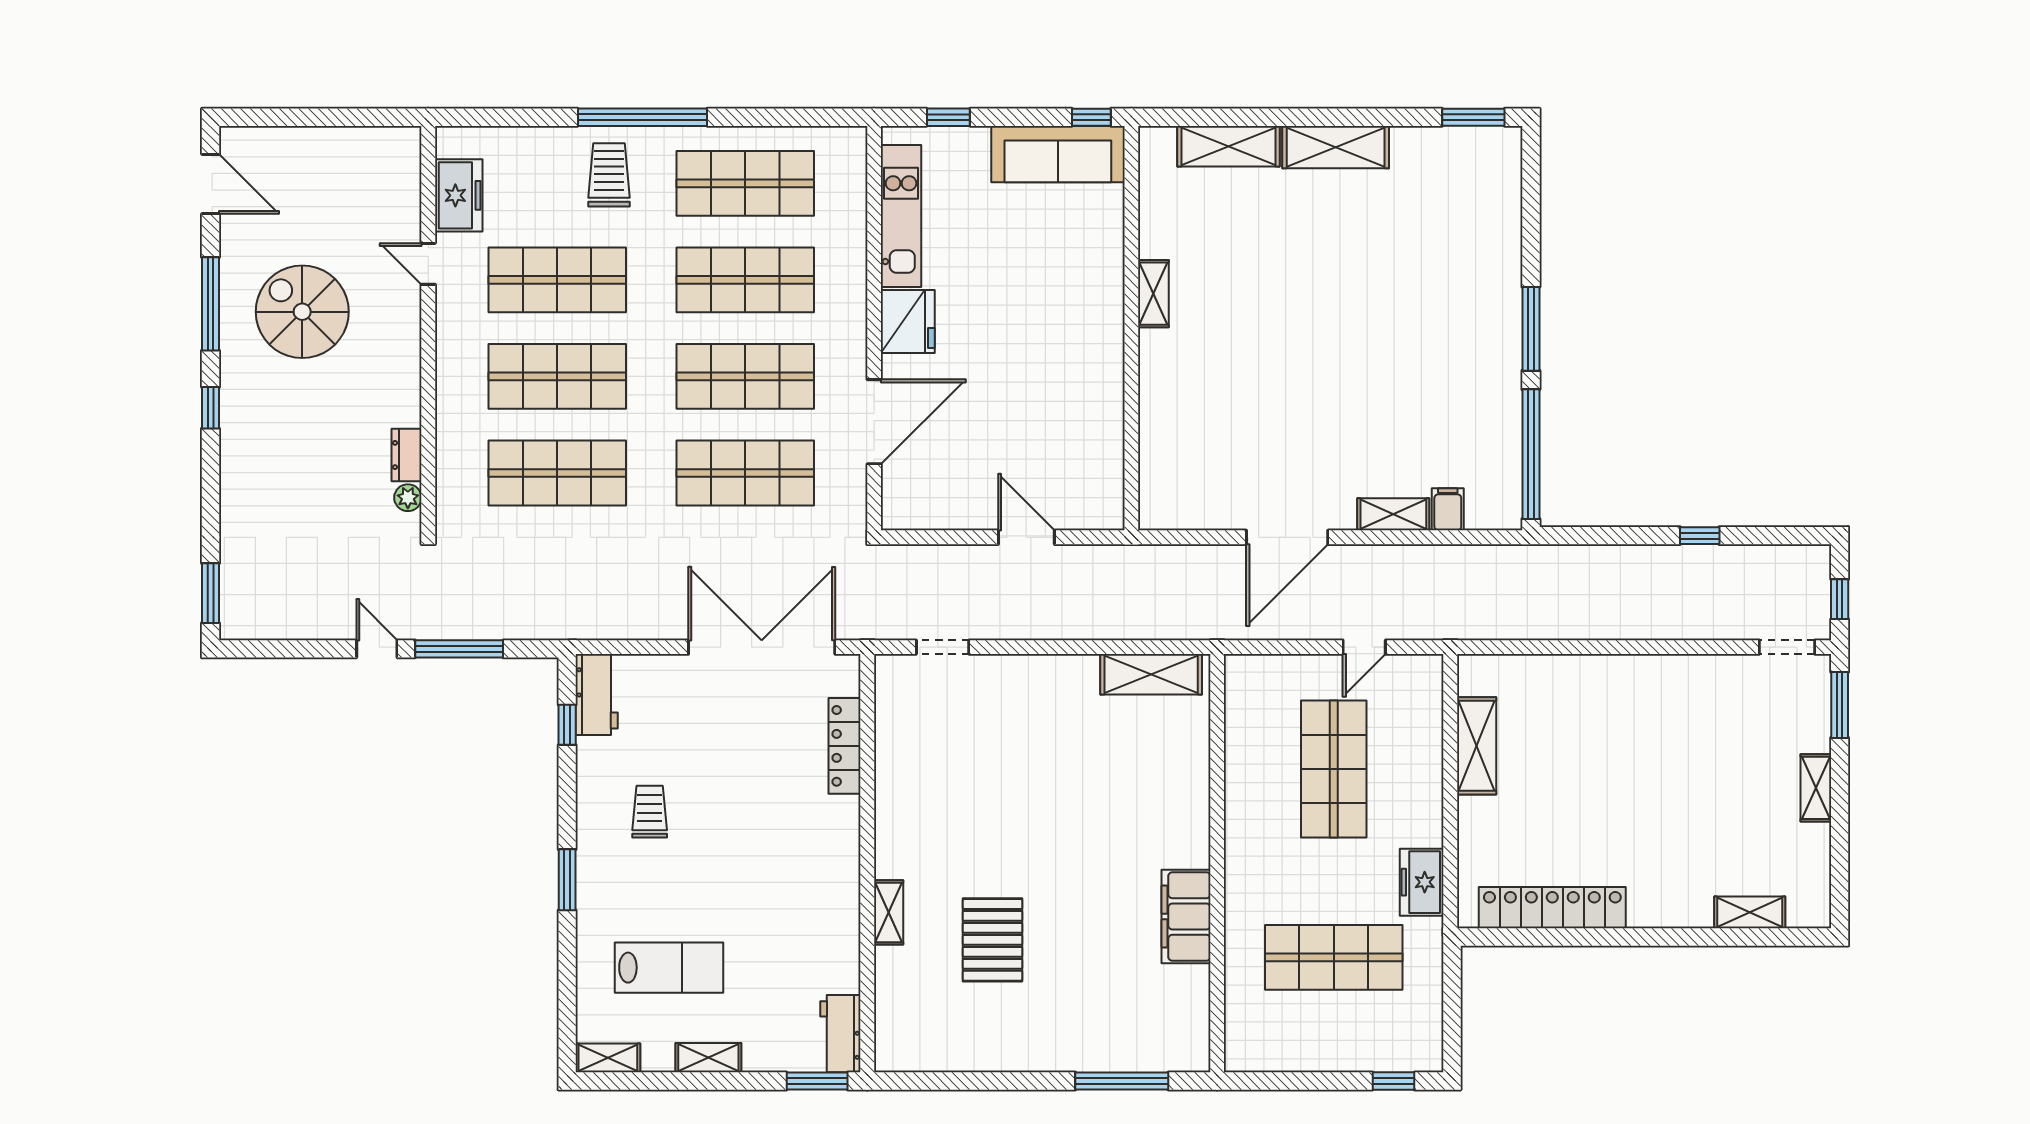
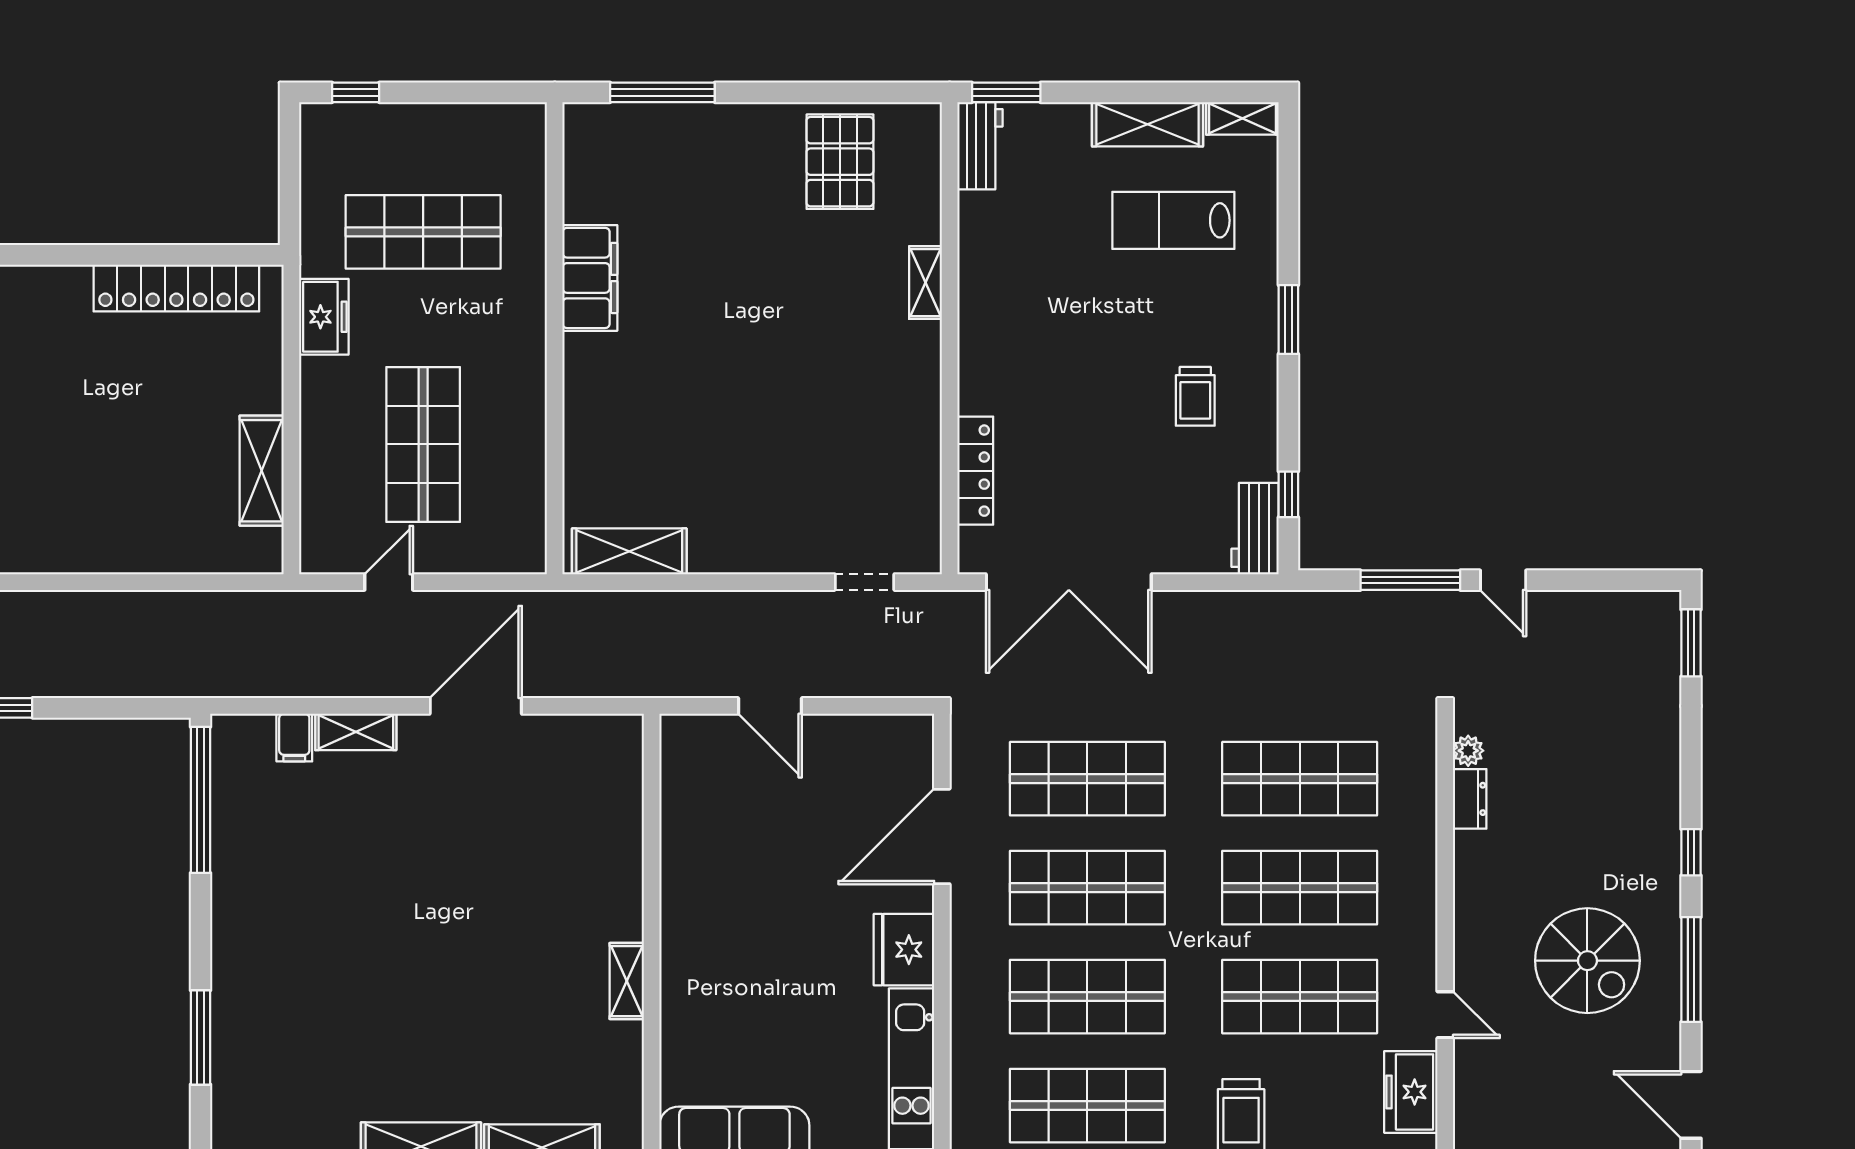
window: (1531, 329) -> (201, 1037), moved
pallet: (993, 940) -> (840, 162), moved
shelving: (708, 1058) -> (1147, 124), width x1.50, depth x1.33

